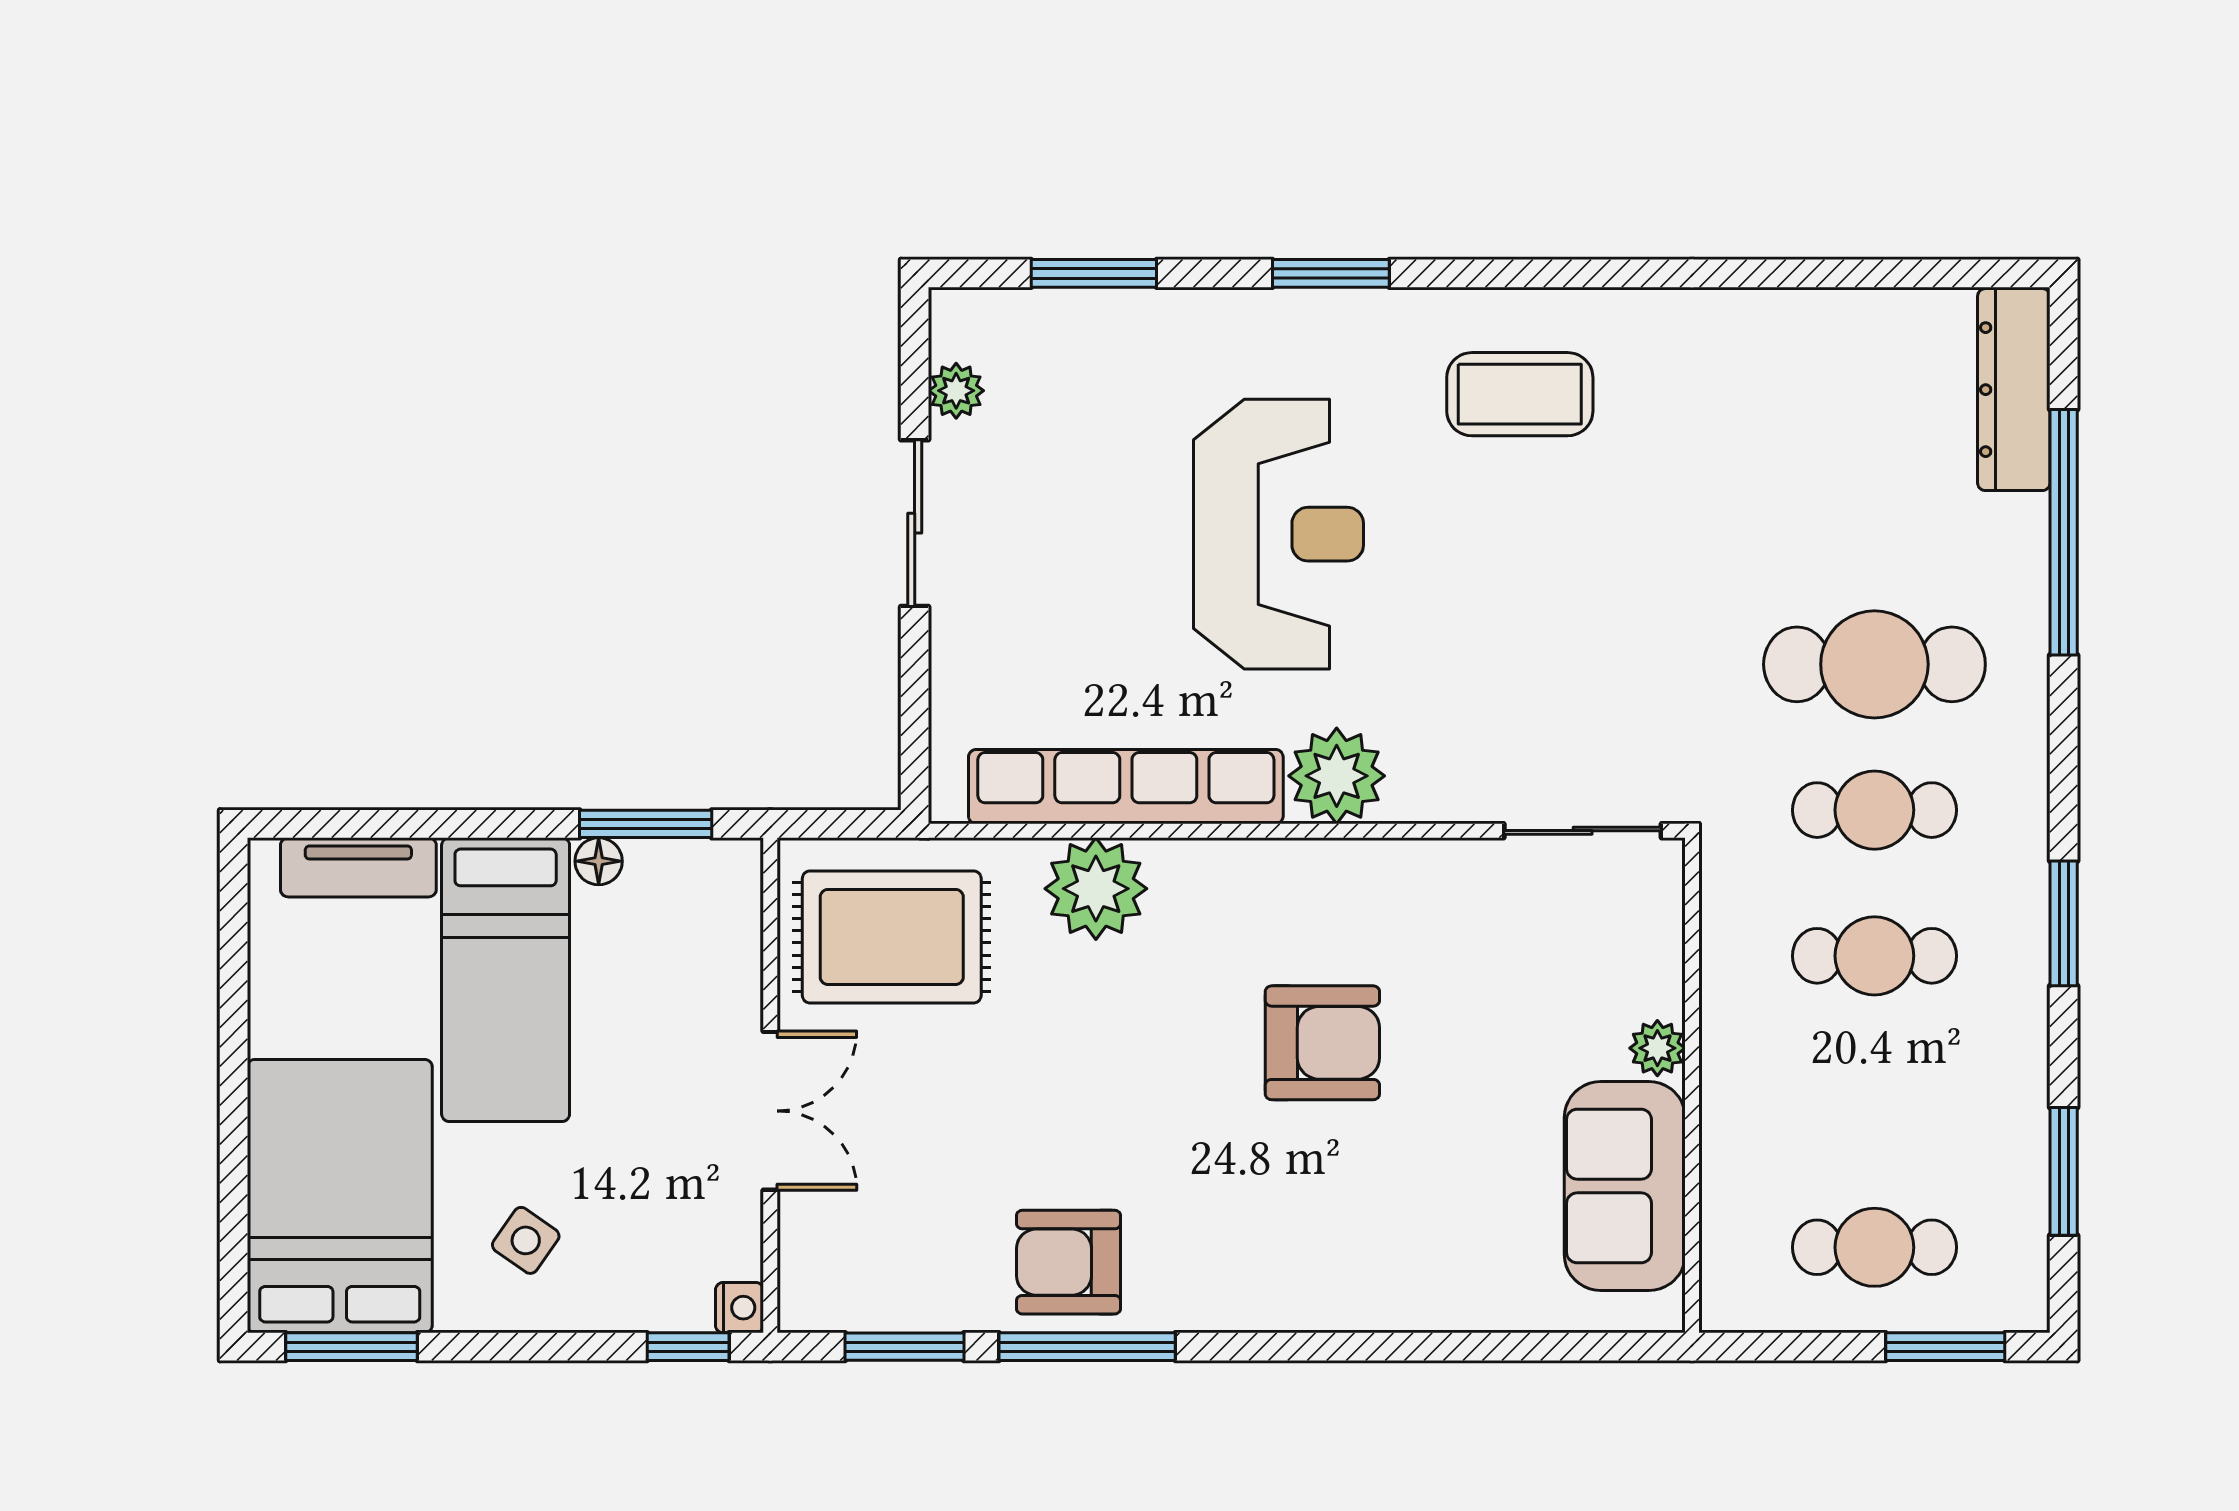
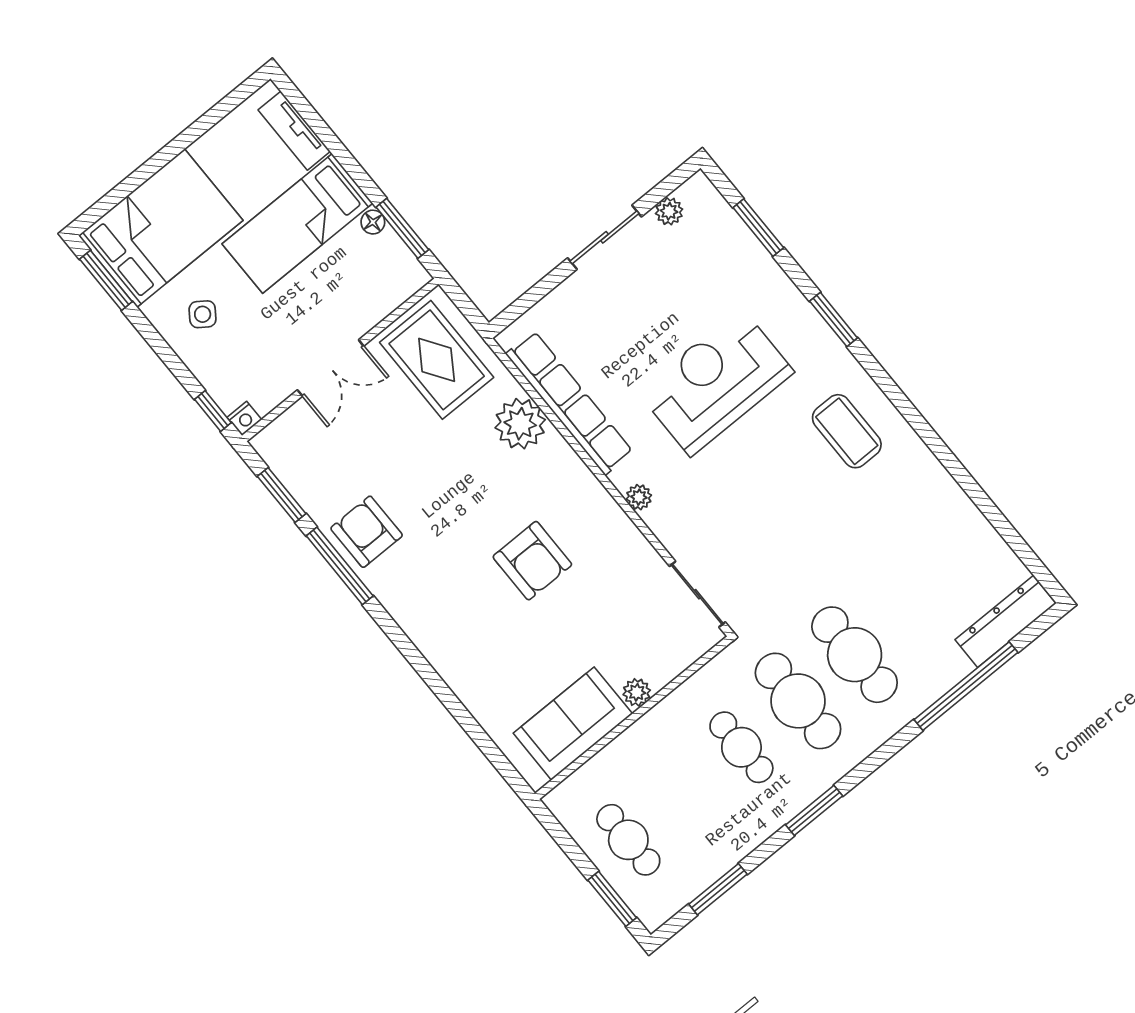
reception desk: (1278, 534) -> (716, 382), turned 180
plant: (1337, 776) -> (639, 497), width x0.53, depth x0.53
cafe table: (1874, 810) -> (798, 701), width x1.37, depth x1.35

